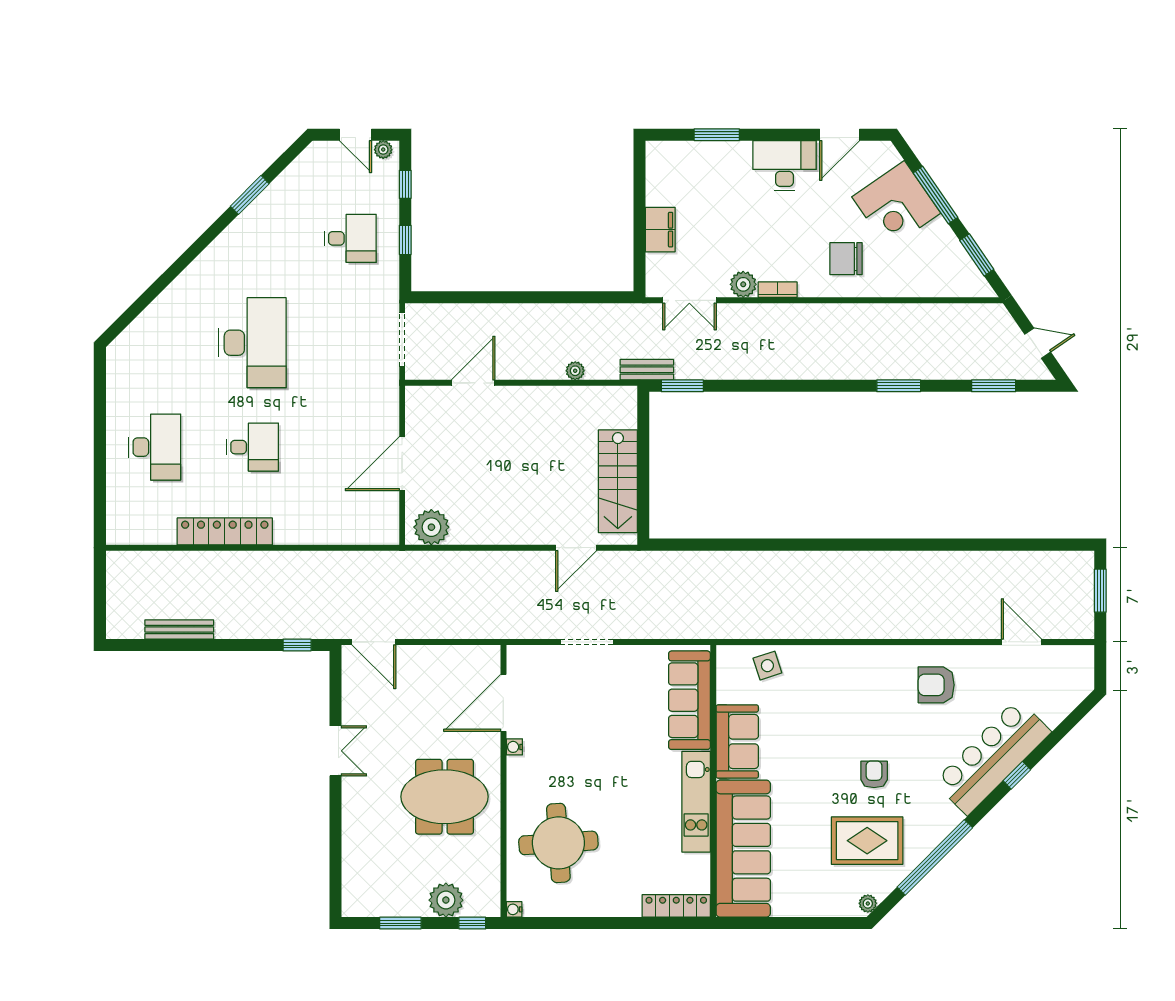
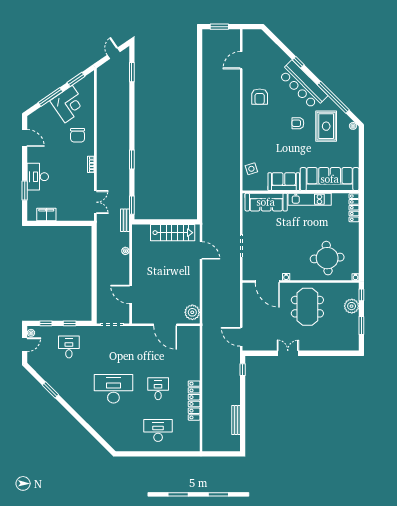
desk: (784, 165) -> (38, 177), moved
corner desk: (896, 205) -> (69, 104), moved
filing cabinet: (660, 230) -> (46, 215), moved
plant: (743, 284) -> (89, 179), removed
window: (899, 386) -> (132, 159), moved
door: (374, 642) -> (241, 337), swing flipped
bar counter: (992, 757) -> (303, 85), moved

